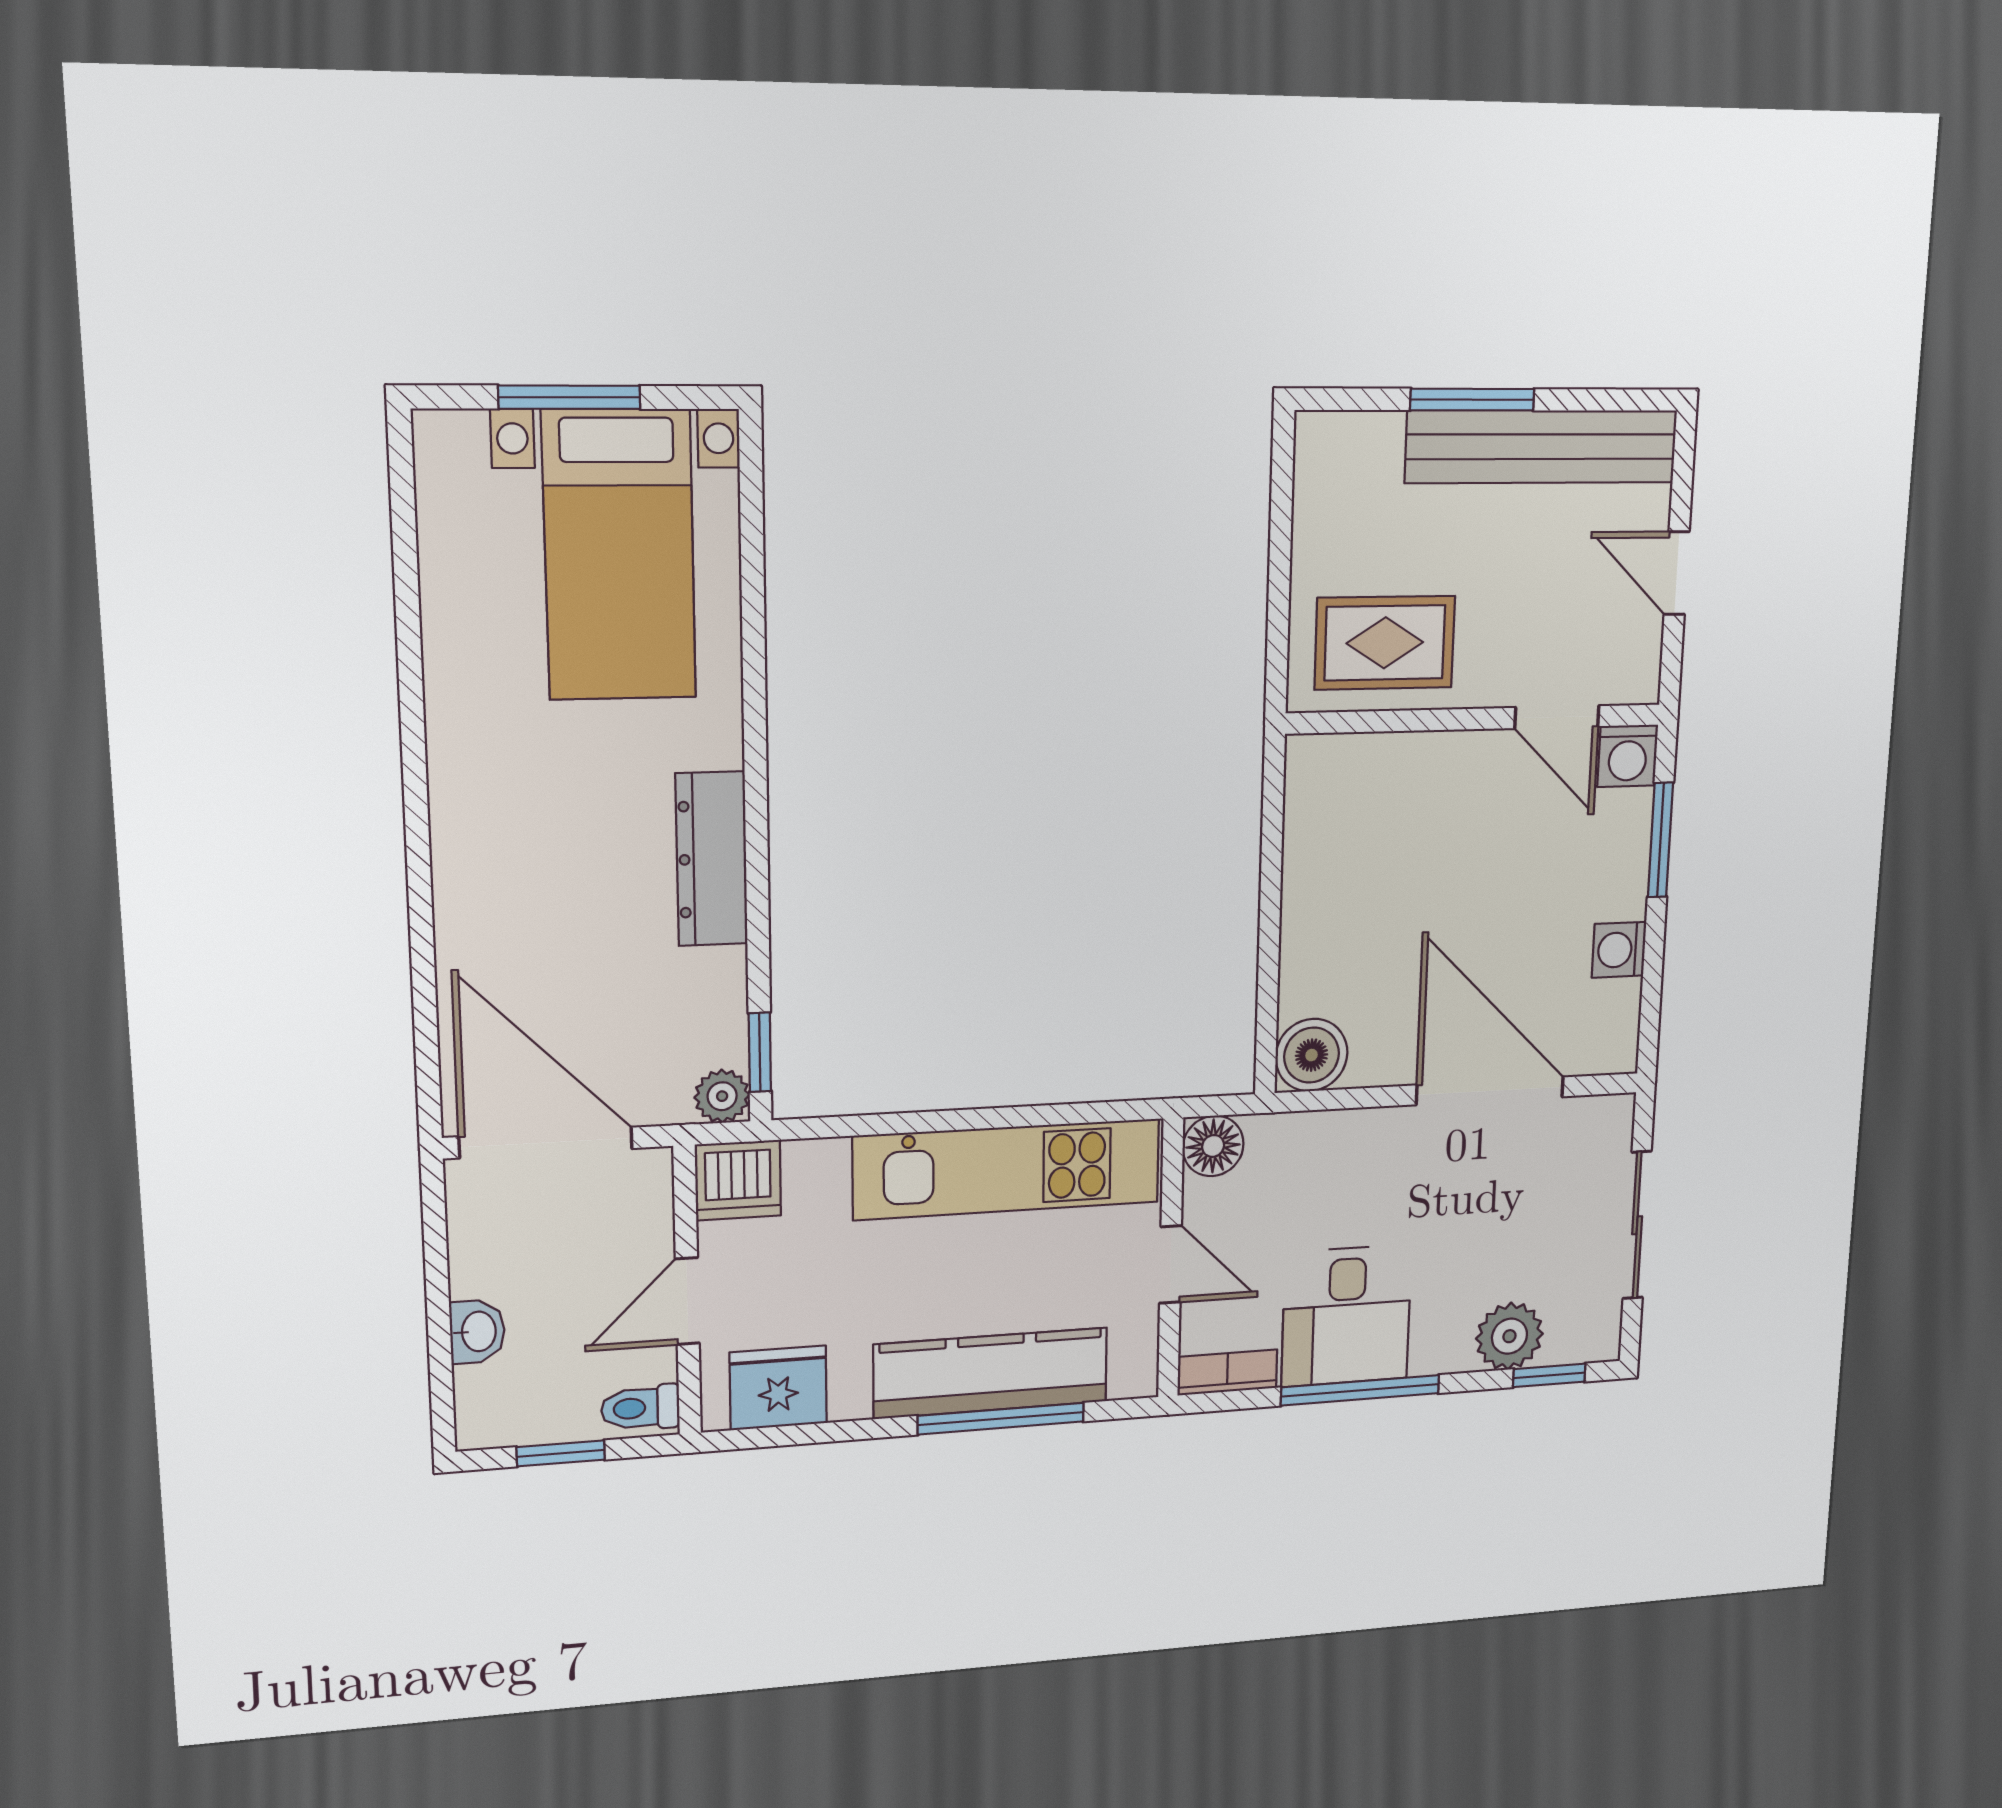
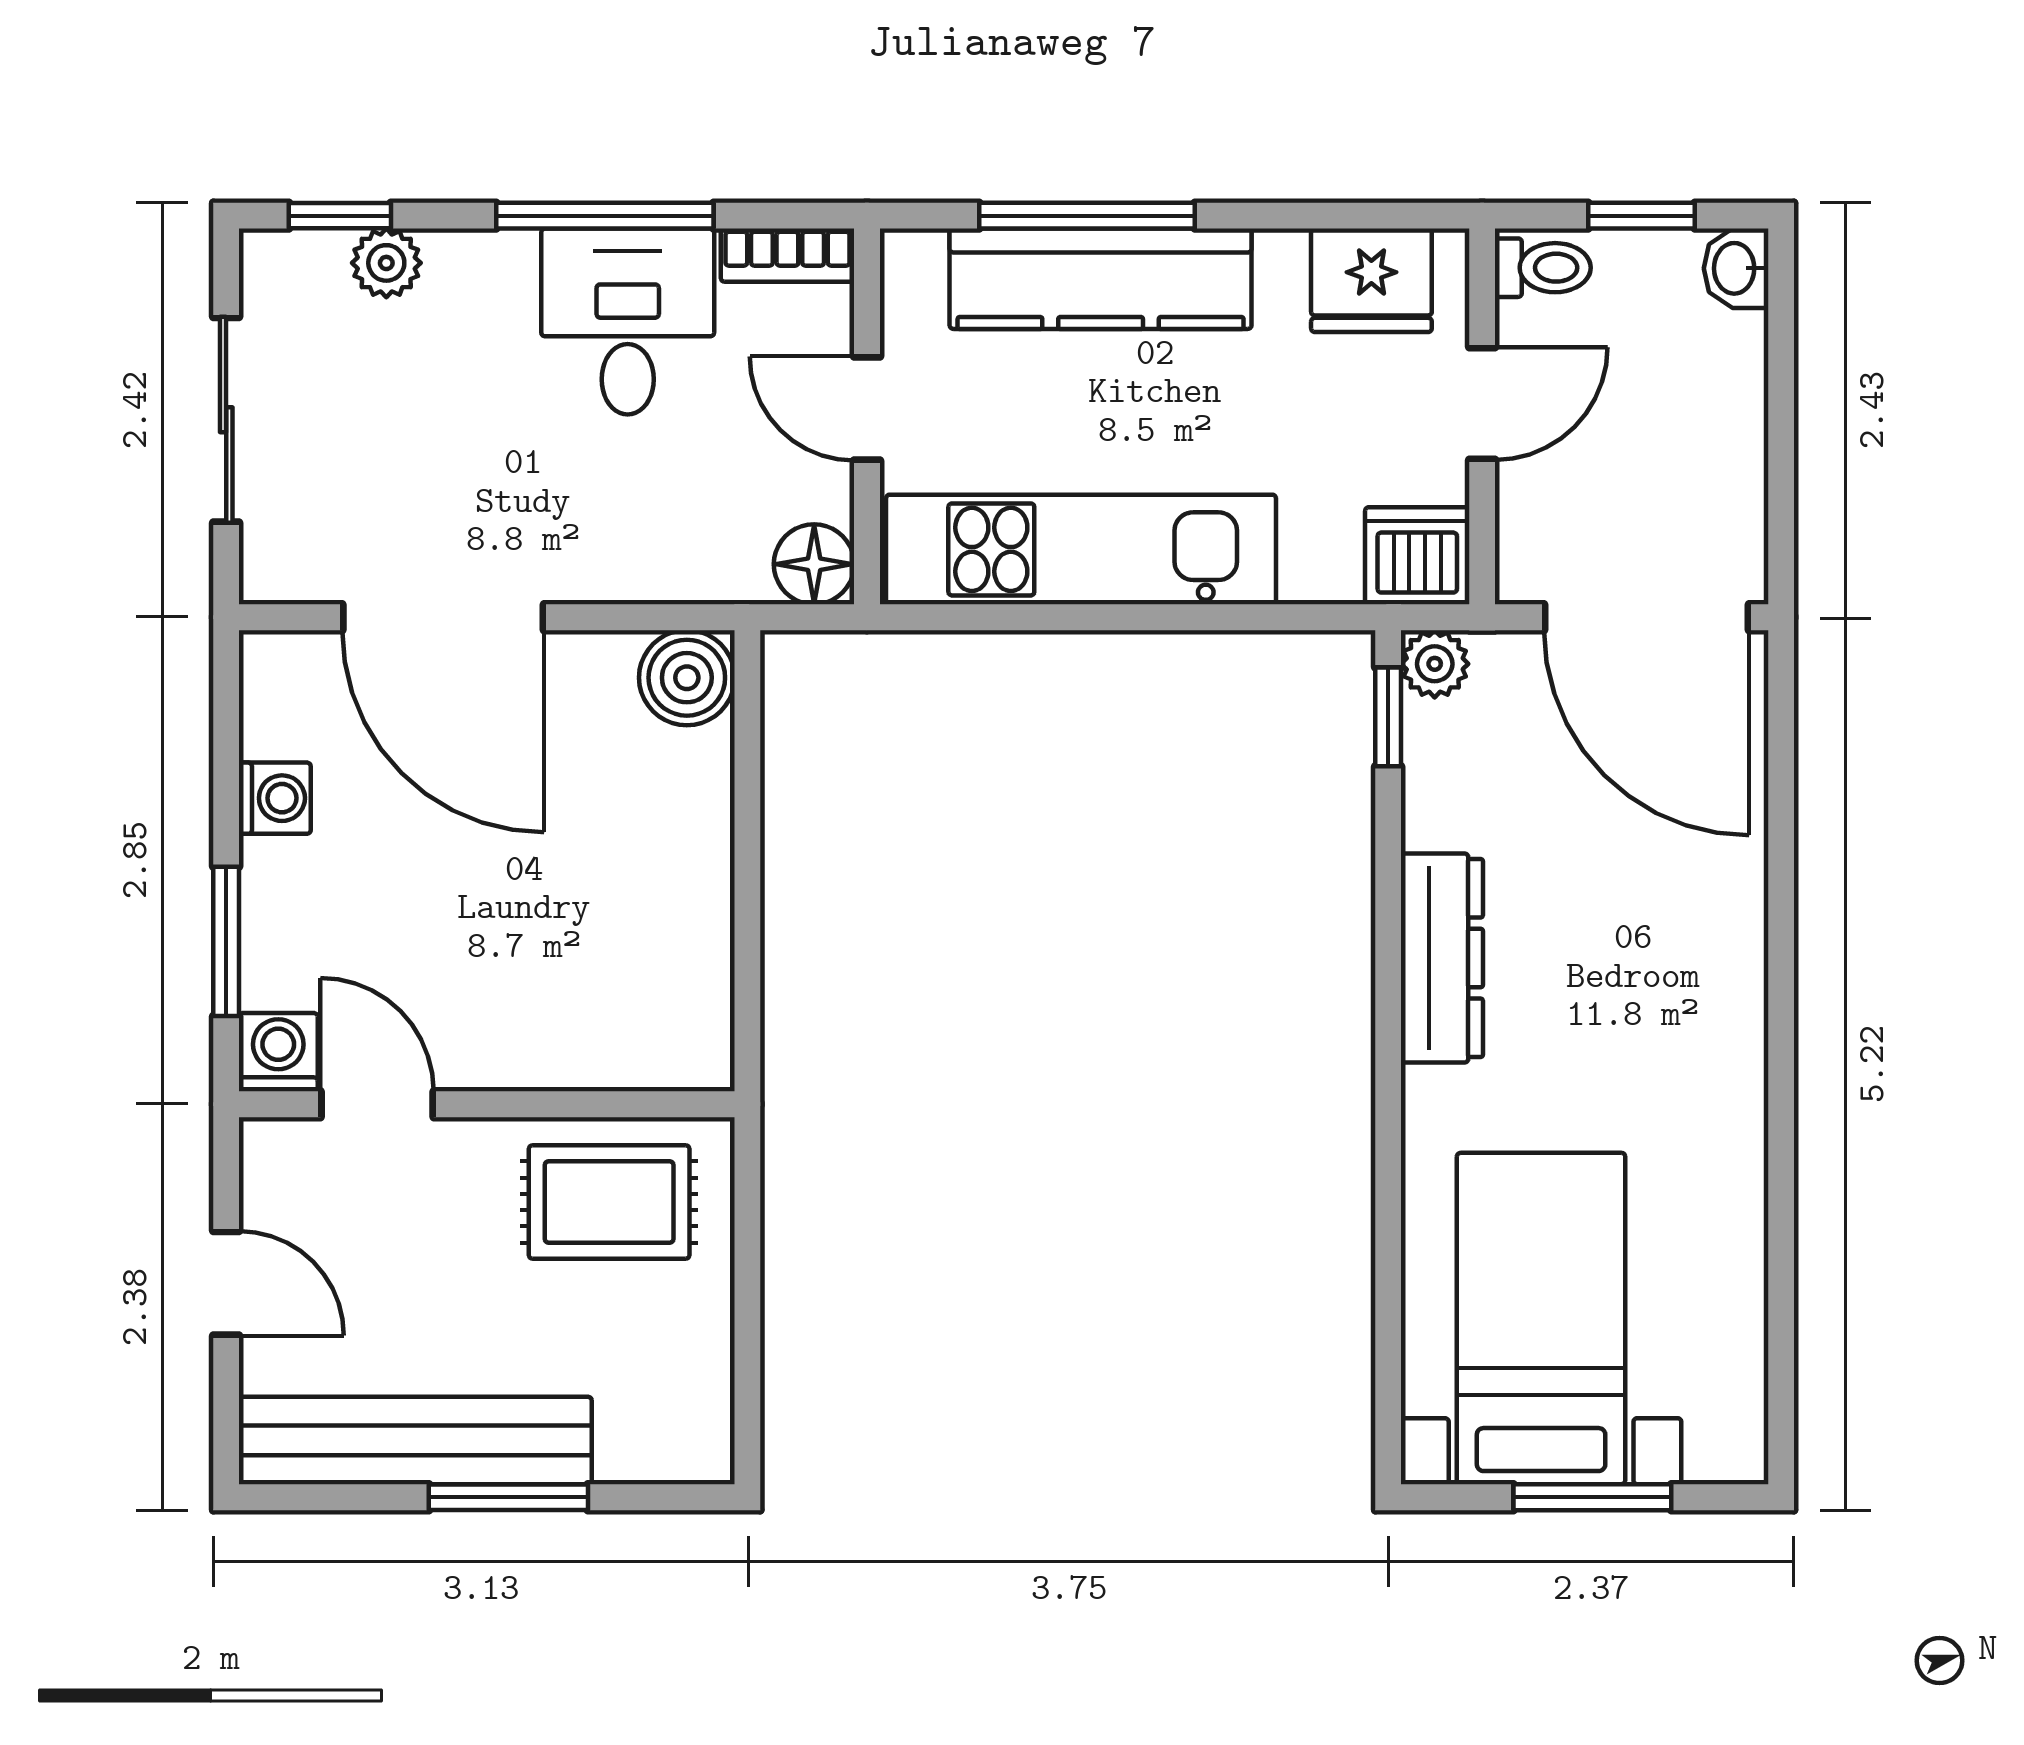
washbasin: (477, 1332) -> (1736, 268), moved
plant: (1509, 1336) -> (386, 263), width x0.73, depth x0.73

